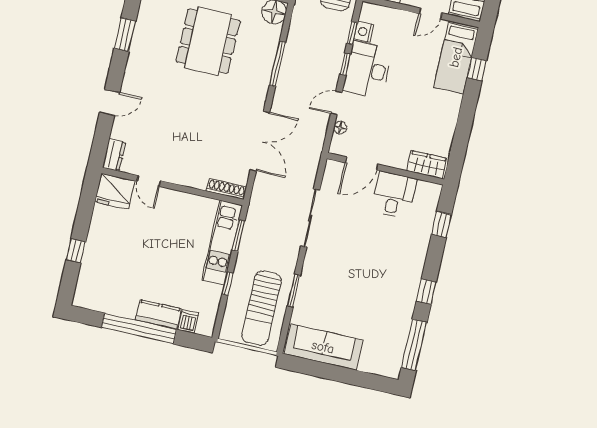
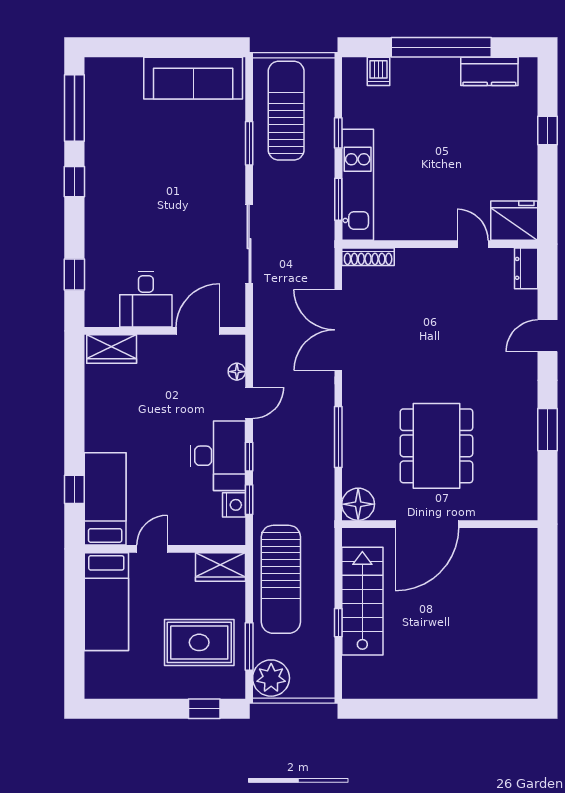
kitchen counter: (158, 314) -> (489, 71), moved

